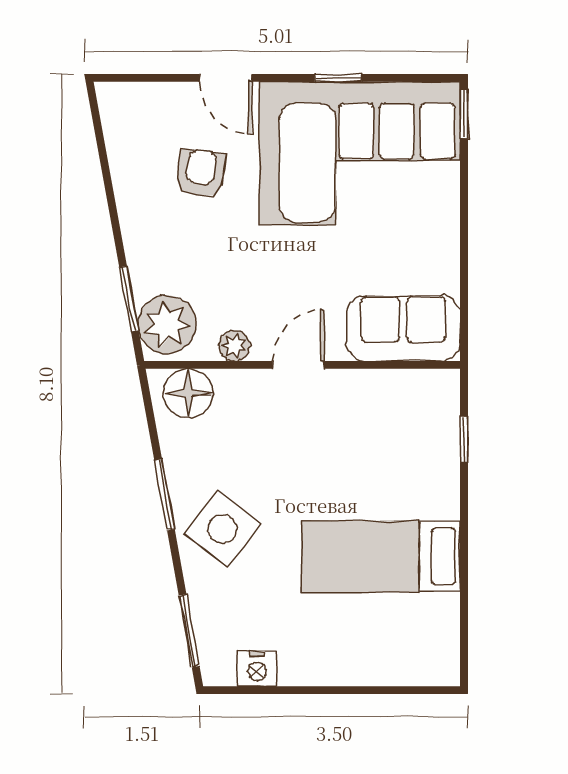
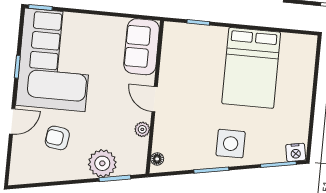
plant: (167, 324) -> (102, 163), moved
floor lamp: (188, 393) -> (157, 159), width x0.53, depth x0.53
side table: (222, 529) -> (231, 144), turned -38
bed: (381, 556) -> (251, 68), width x1.50
nightstand: (257, 669) -> (296, 152), moved, turned 80

